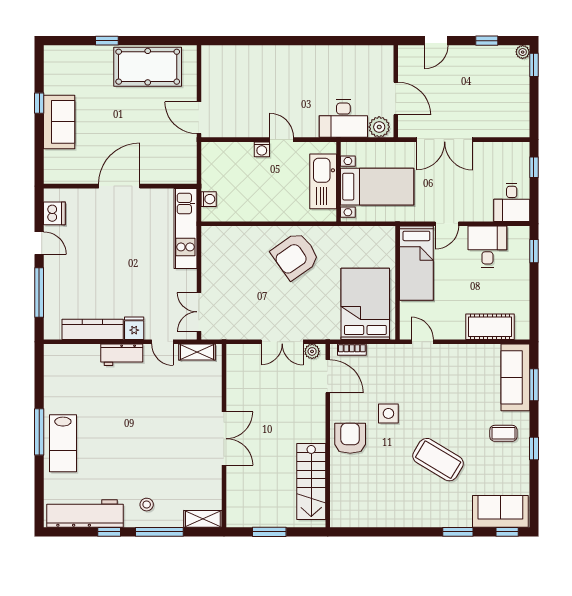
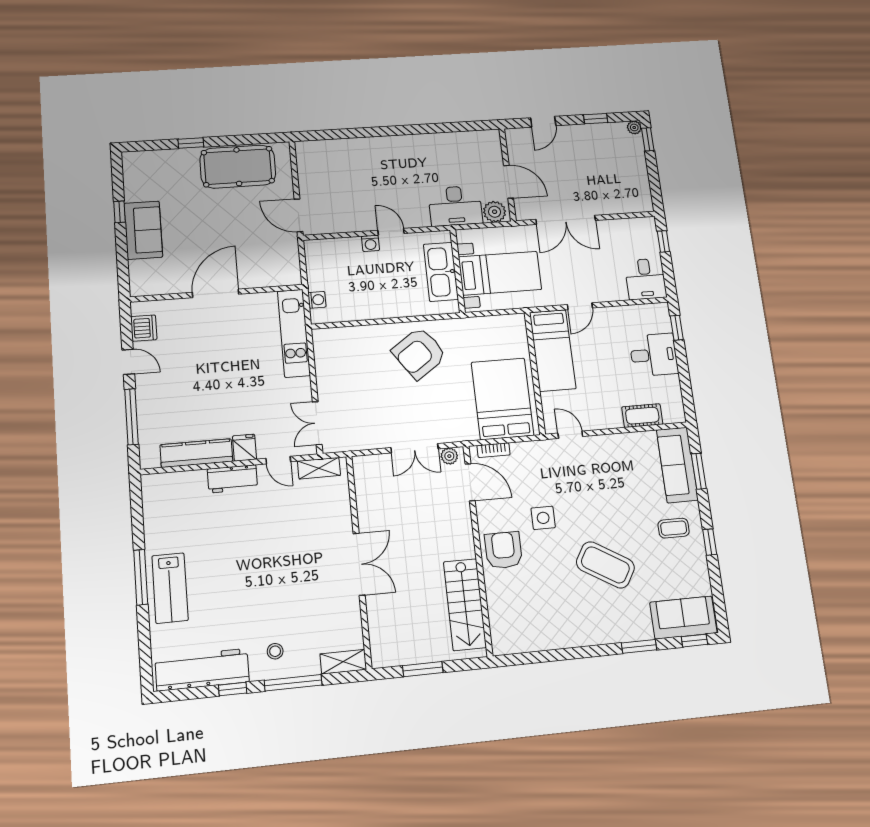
desk: (487, 247) -> (654, 355), moved, turned 90
cot: (490, 327) -> (642, 416), width x0.73, depth x0.75

